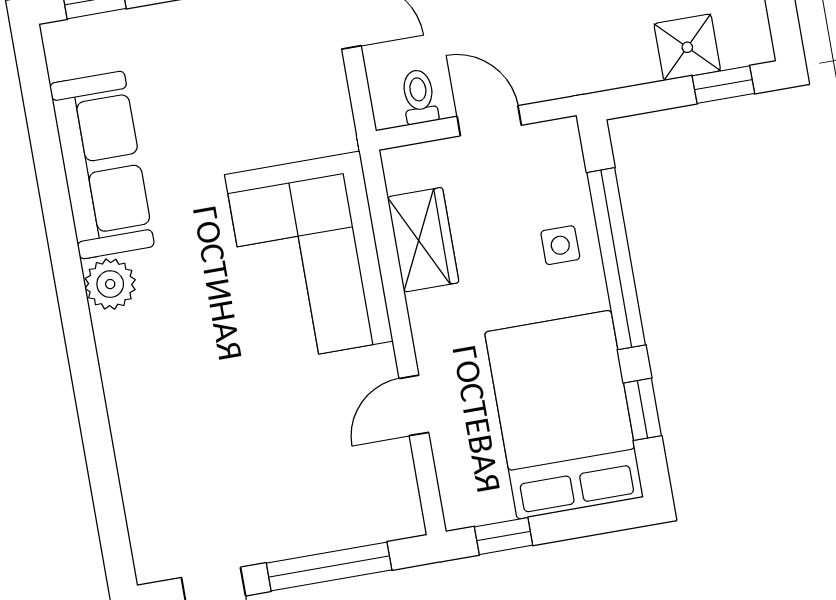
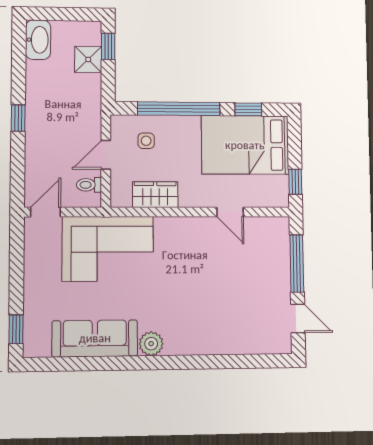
side table: (560, 245) -> (146, 141), moved
corner sofa: (309, 258) -> (108, 249), moved

